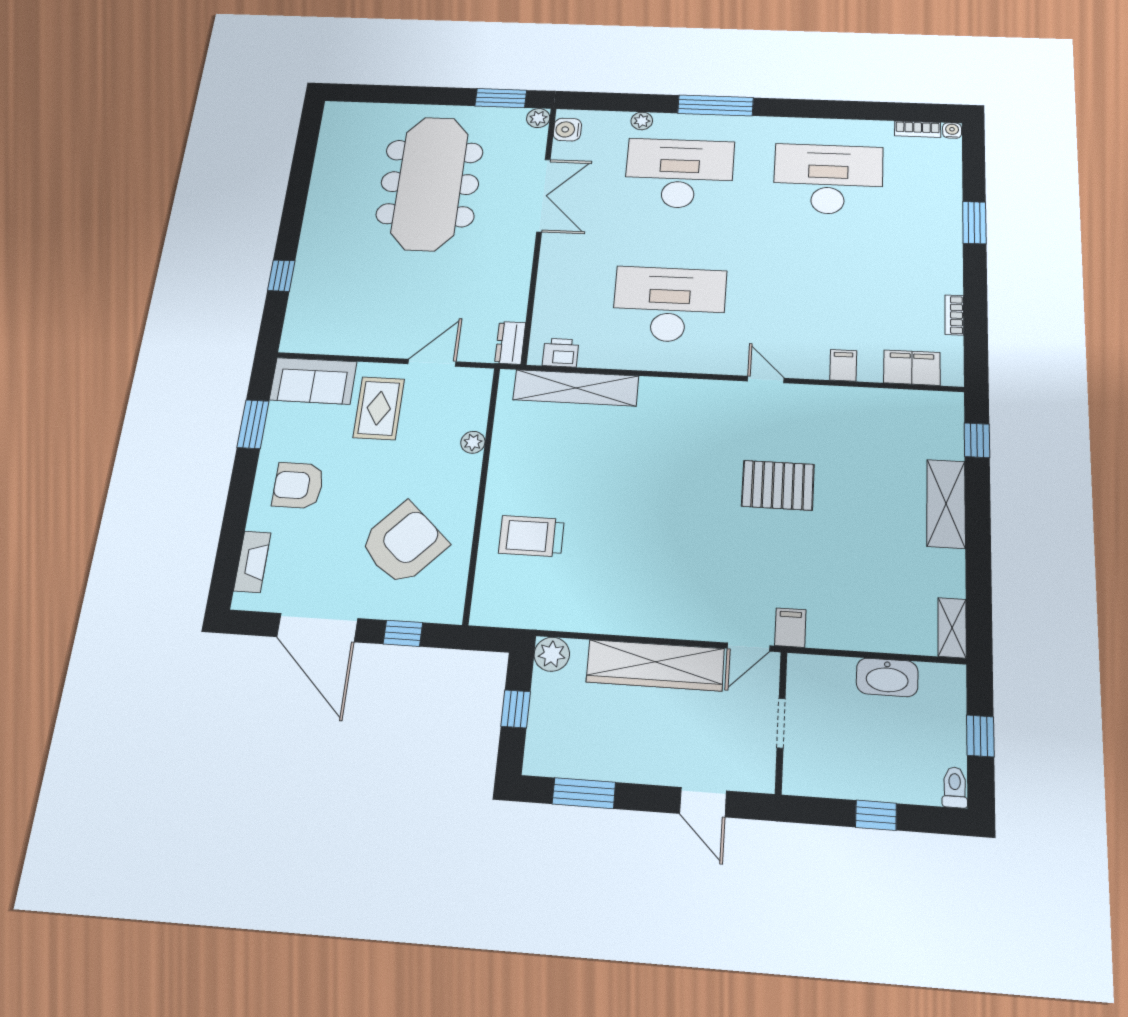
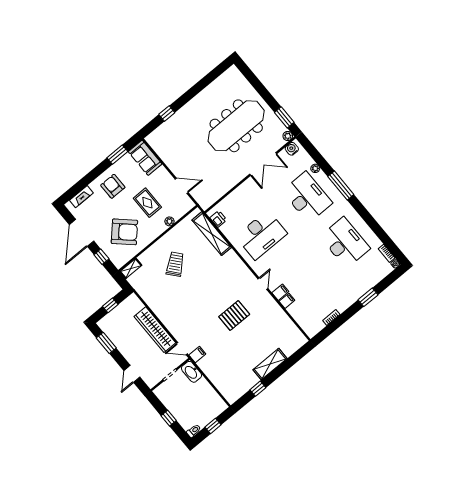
desk: (669, 305) -> (261, 235), turned 90
dresser: (510, 343) -> (208, 202), removed
filing cabinet: (912, 368) -> (280, 292), moved, width x0.50
rug: (379, 408) -> (147, 203), moved, turned 90
window: (977, 440) -> (258, 389), moved
pallet: (778, 485) -> (234, 315), turned 90
trolley: (531, 536) -> (175, 264), moved, turned 50
shelving: (952, 628) -> (131, 269), moved
plant: (552, 654) -> (133, 301), removed
washbasin: (887, 677) -> (192, 372), moved

